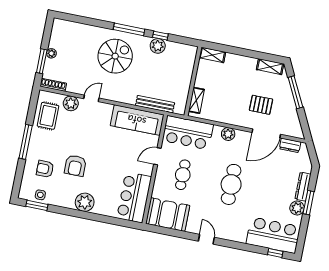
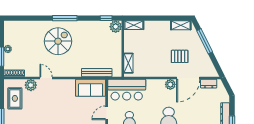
window: (160, 36) -> (106, 18), moved
plant: (158, 46) -> (116, 27), moved
door: (91, 98) -> (46, 78), hinge flipped
sofa: (137, 120) -> (91, 88), width x0.73
plant: (228, 134) -> (170, 84), moved

